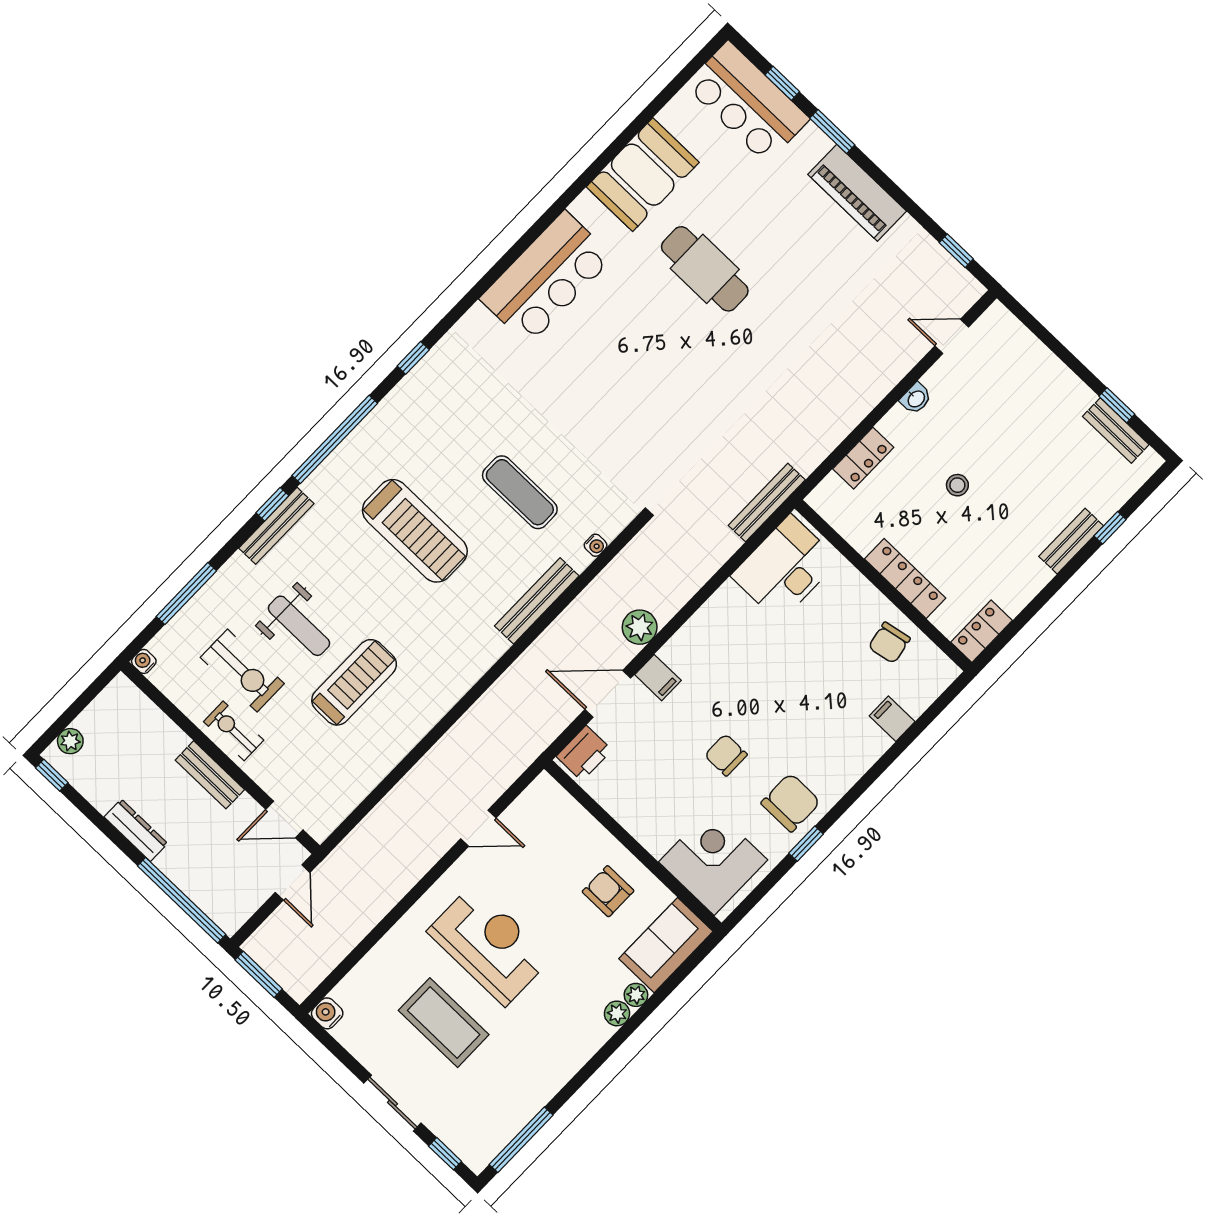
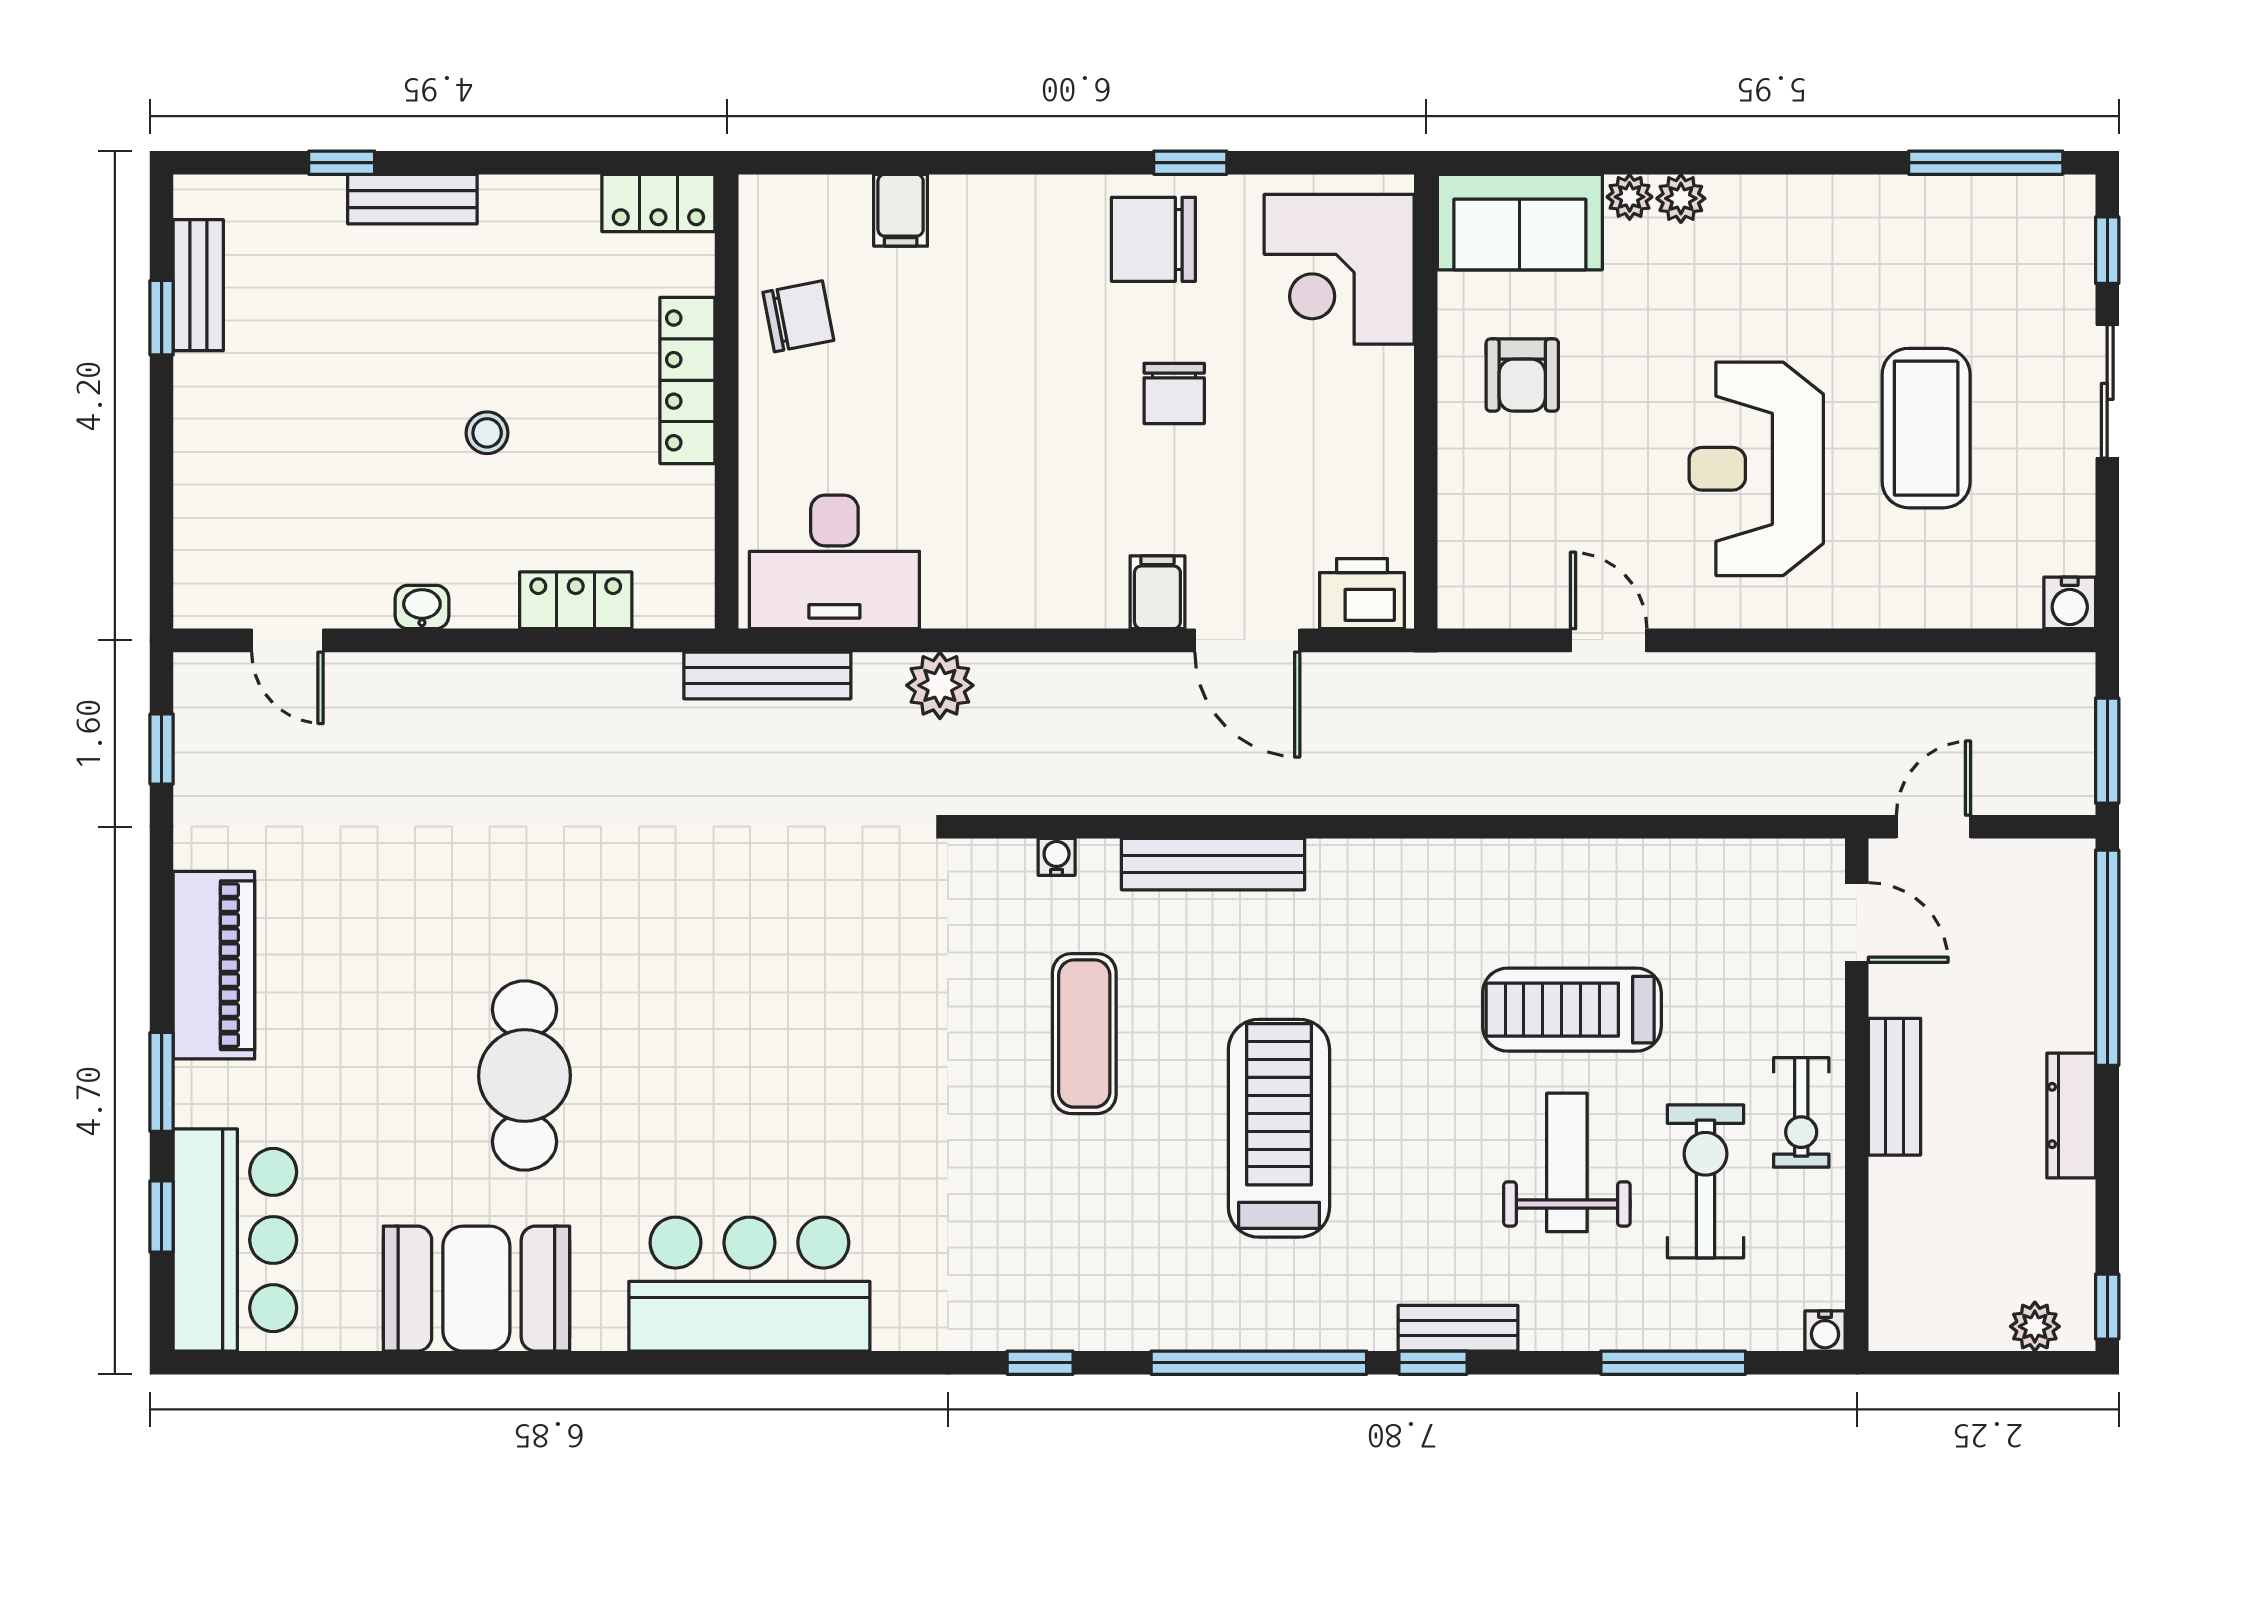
bench: (276, 526) -> (1458, 1328), width x0.73
plant: (640, 627) -> (940, 685), moved

